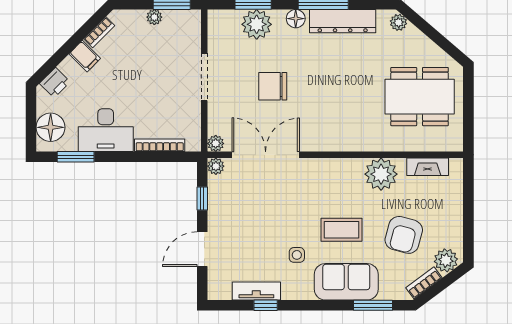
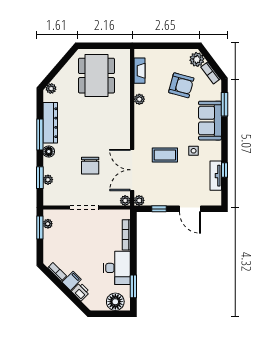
plant: (154, 17) -> (48, 224), moved
plant: (257, 24) -> (48, 180), width x0.53, depth x0.53
printer: (55, 83) -> (81, 292), moved
plant: (381, 174) -> (139, 99), width x0.53, depth x0.53
coffee table: (341, 230) -> (165, 155), moved, turned 90

